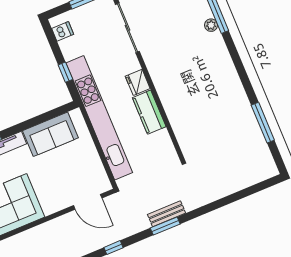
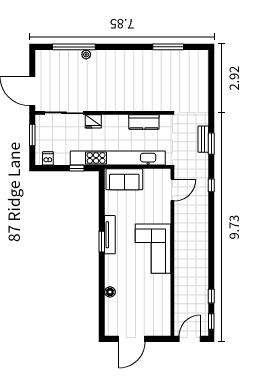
fridge: (138, 82) -> (93, 121), moved
kitchen counter: (149, 112) -> (144, 122), moved
sofa: (50, 134) -> (124, 179), moved, turned 90

